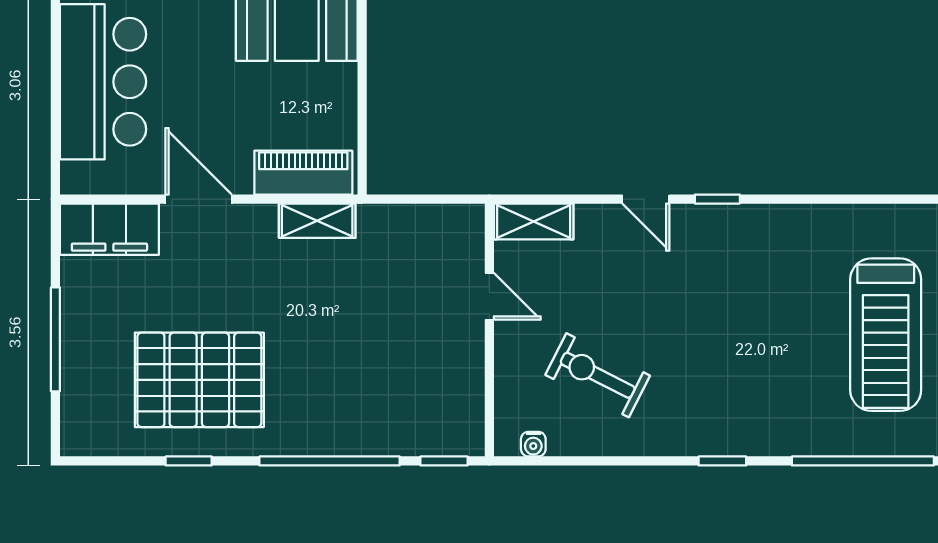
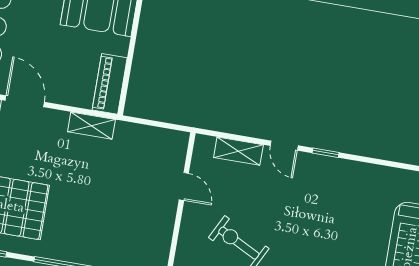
piano: (303, 173) -> (110, 84), moved, turned -90
shelving: (534, 221) -> (238, 151), moved

